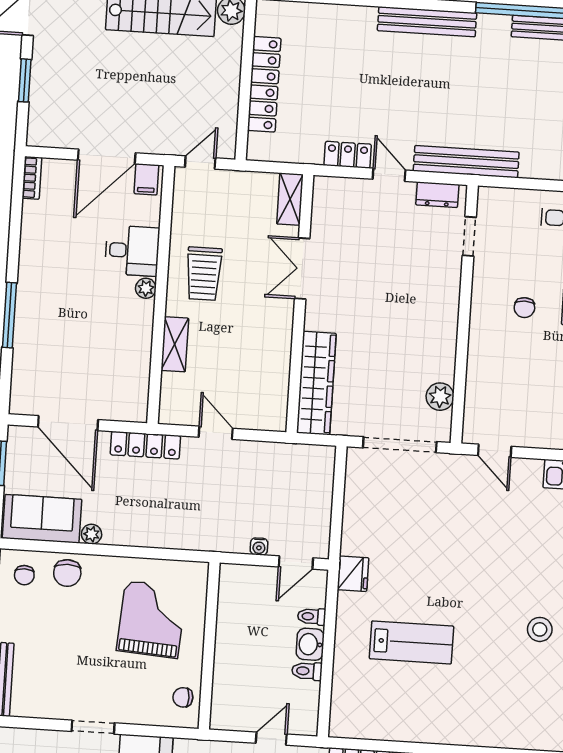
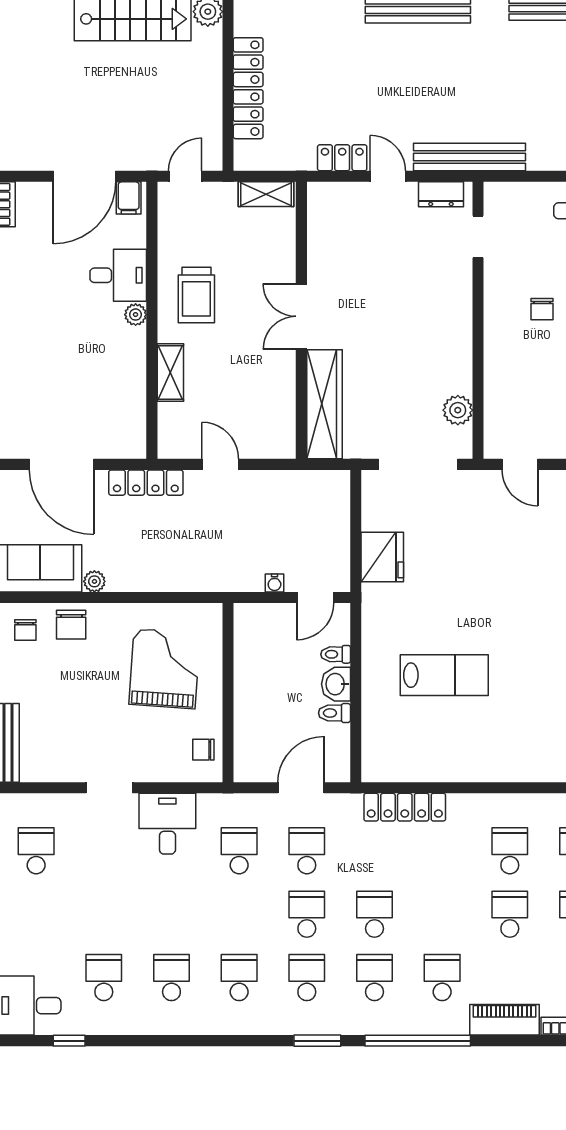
shelving: (290, 199) -> (266, 194), moved, turned 90
double door: (302, 269) -> (301, 316), moved
fridge: (353, 574) -> (382, 557), moved, width x1.36, depth x1.34
door: (271, 739) -> (301, 788), width x1.38

